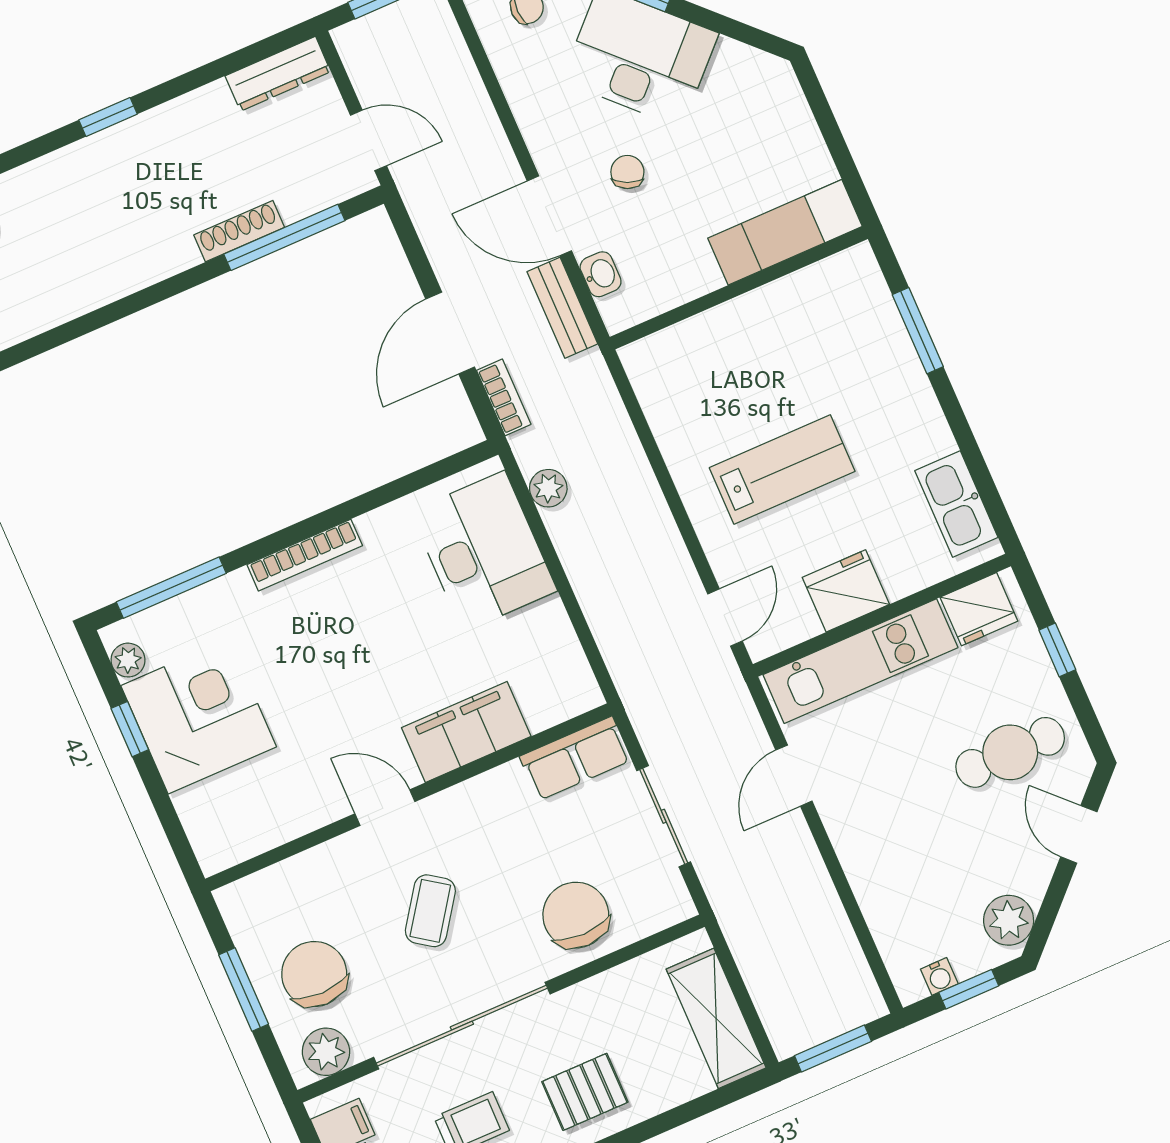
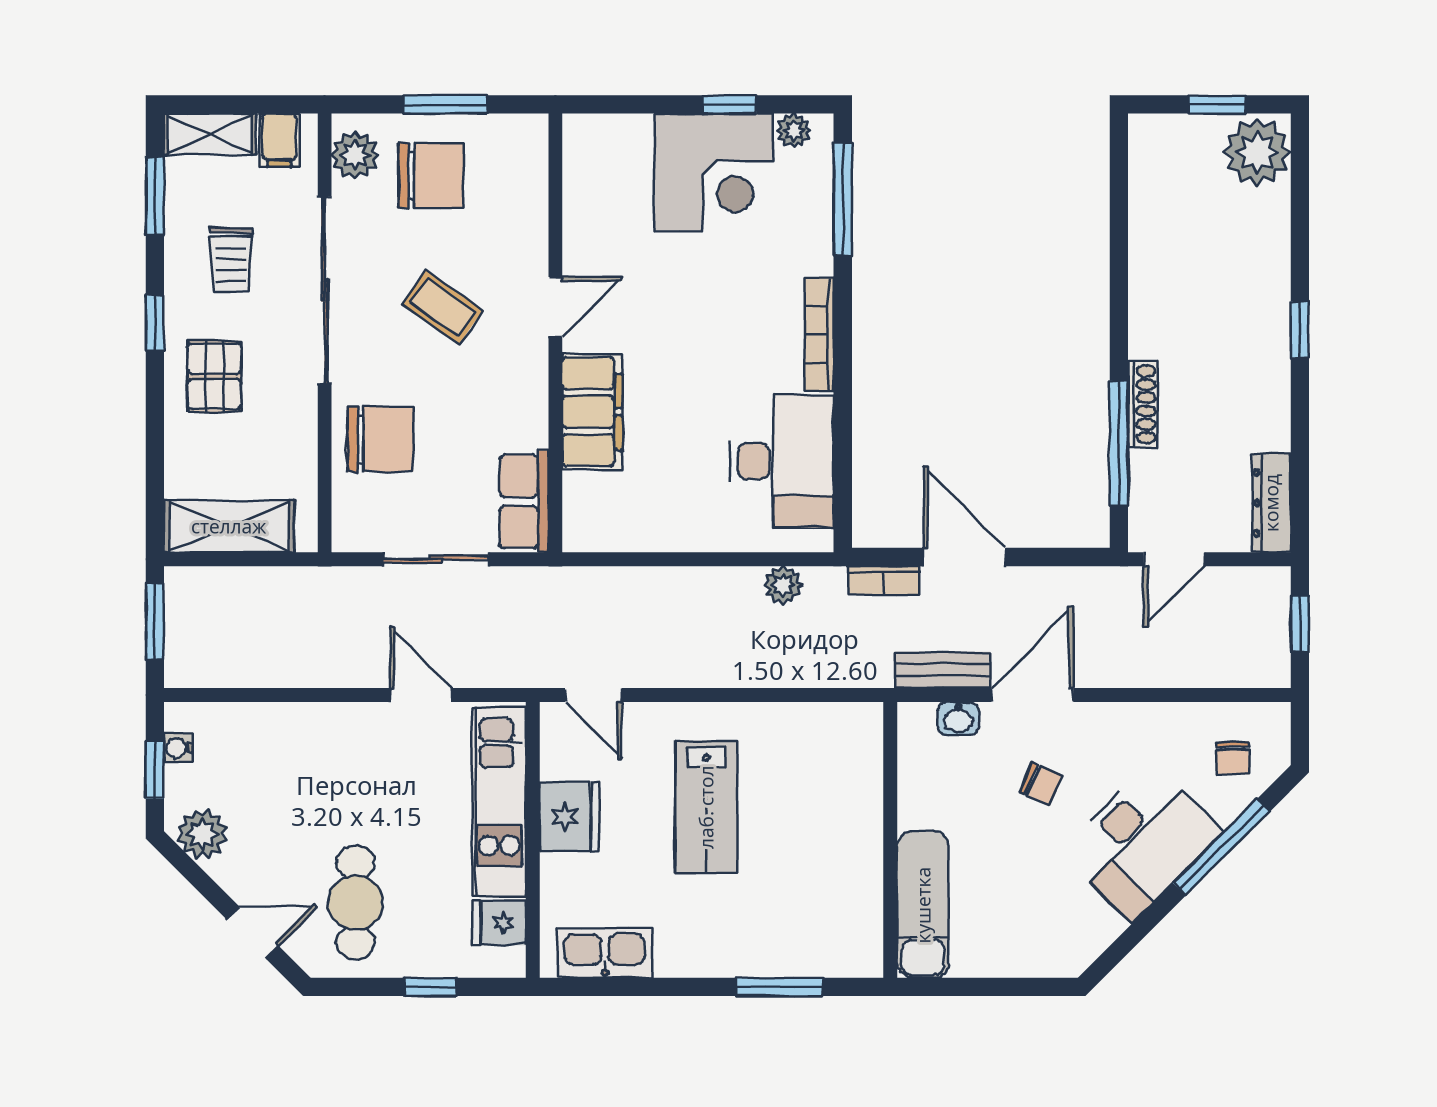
desk: (484, 551) -> (782, 461), moved, turned -90
fridge: (979, 609) -> (499, 923), width x0.72

